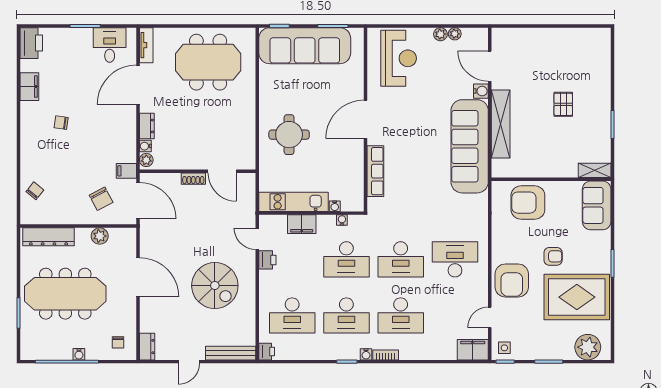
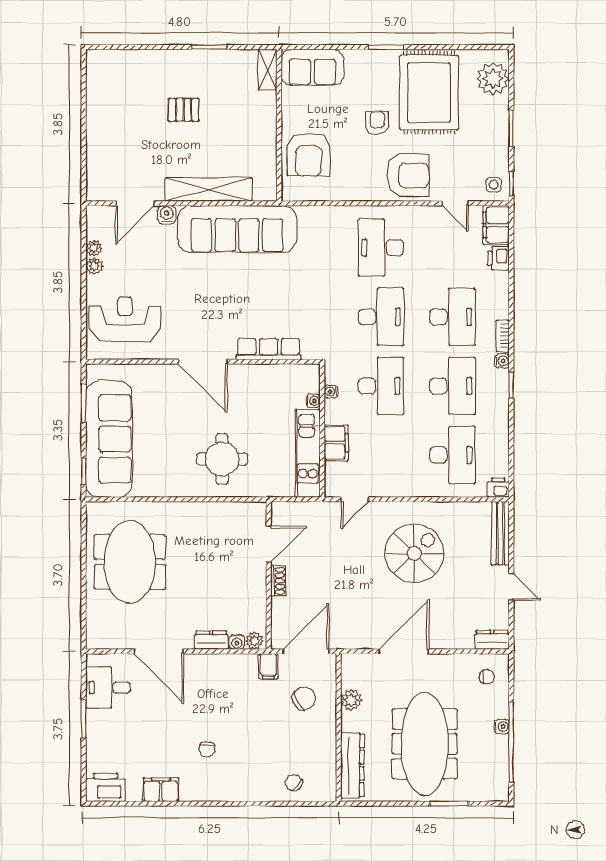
tv unit: (146, 45) -> (108, 641), removed
printer: (267, 260) -> (498, 258), moved, turned -90

